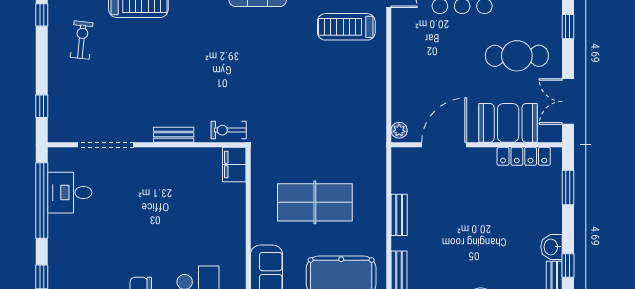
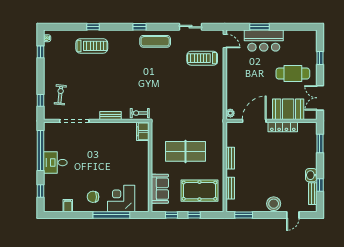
exercise bike: (82, 40) -> (60, 95), moved
locker: (524, 156) -> (283, 127), moved
desk: (70, 193) -> (55, 163), moved

